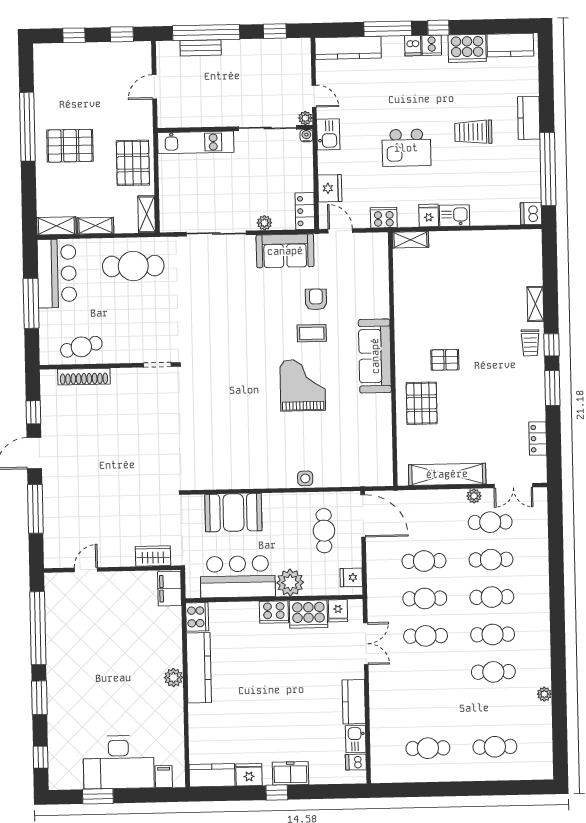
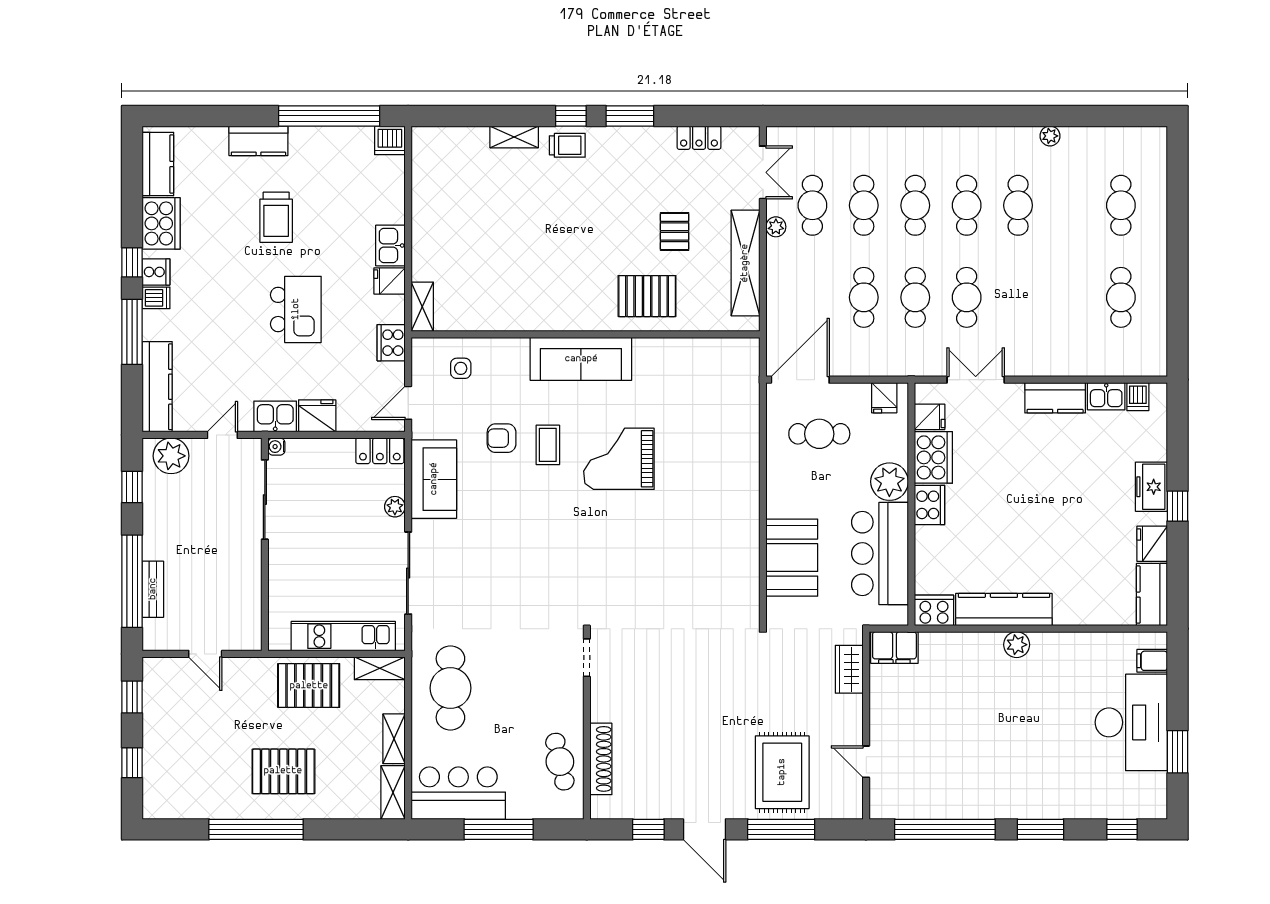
plant: (305, 118) -> (171, 456), moved, width x1.87, depth x1.87
kitchen unit: (196, 142) -> (343, 636), moved, turned -90
pallet: (70, 146) -> (283, 771), turned 90
fridge: (330, 188) -> (317, 416), moved
pallet: (445, 360) -> (675, 231), moved
side table: (305, 478) -> (461, 368), moved
rug: (77, 509) -> (782, 772), added

